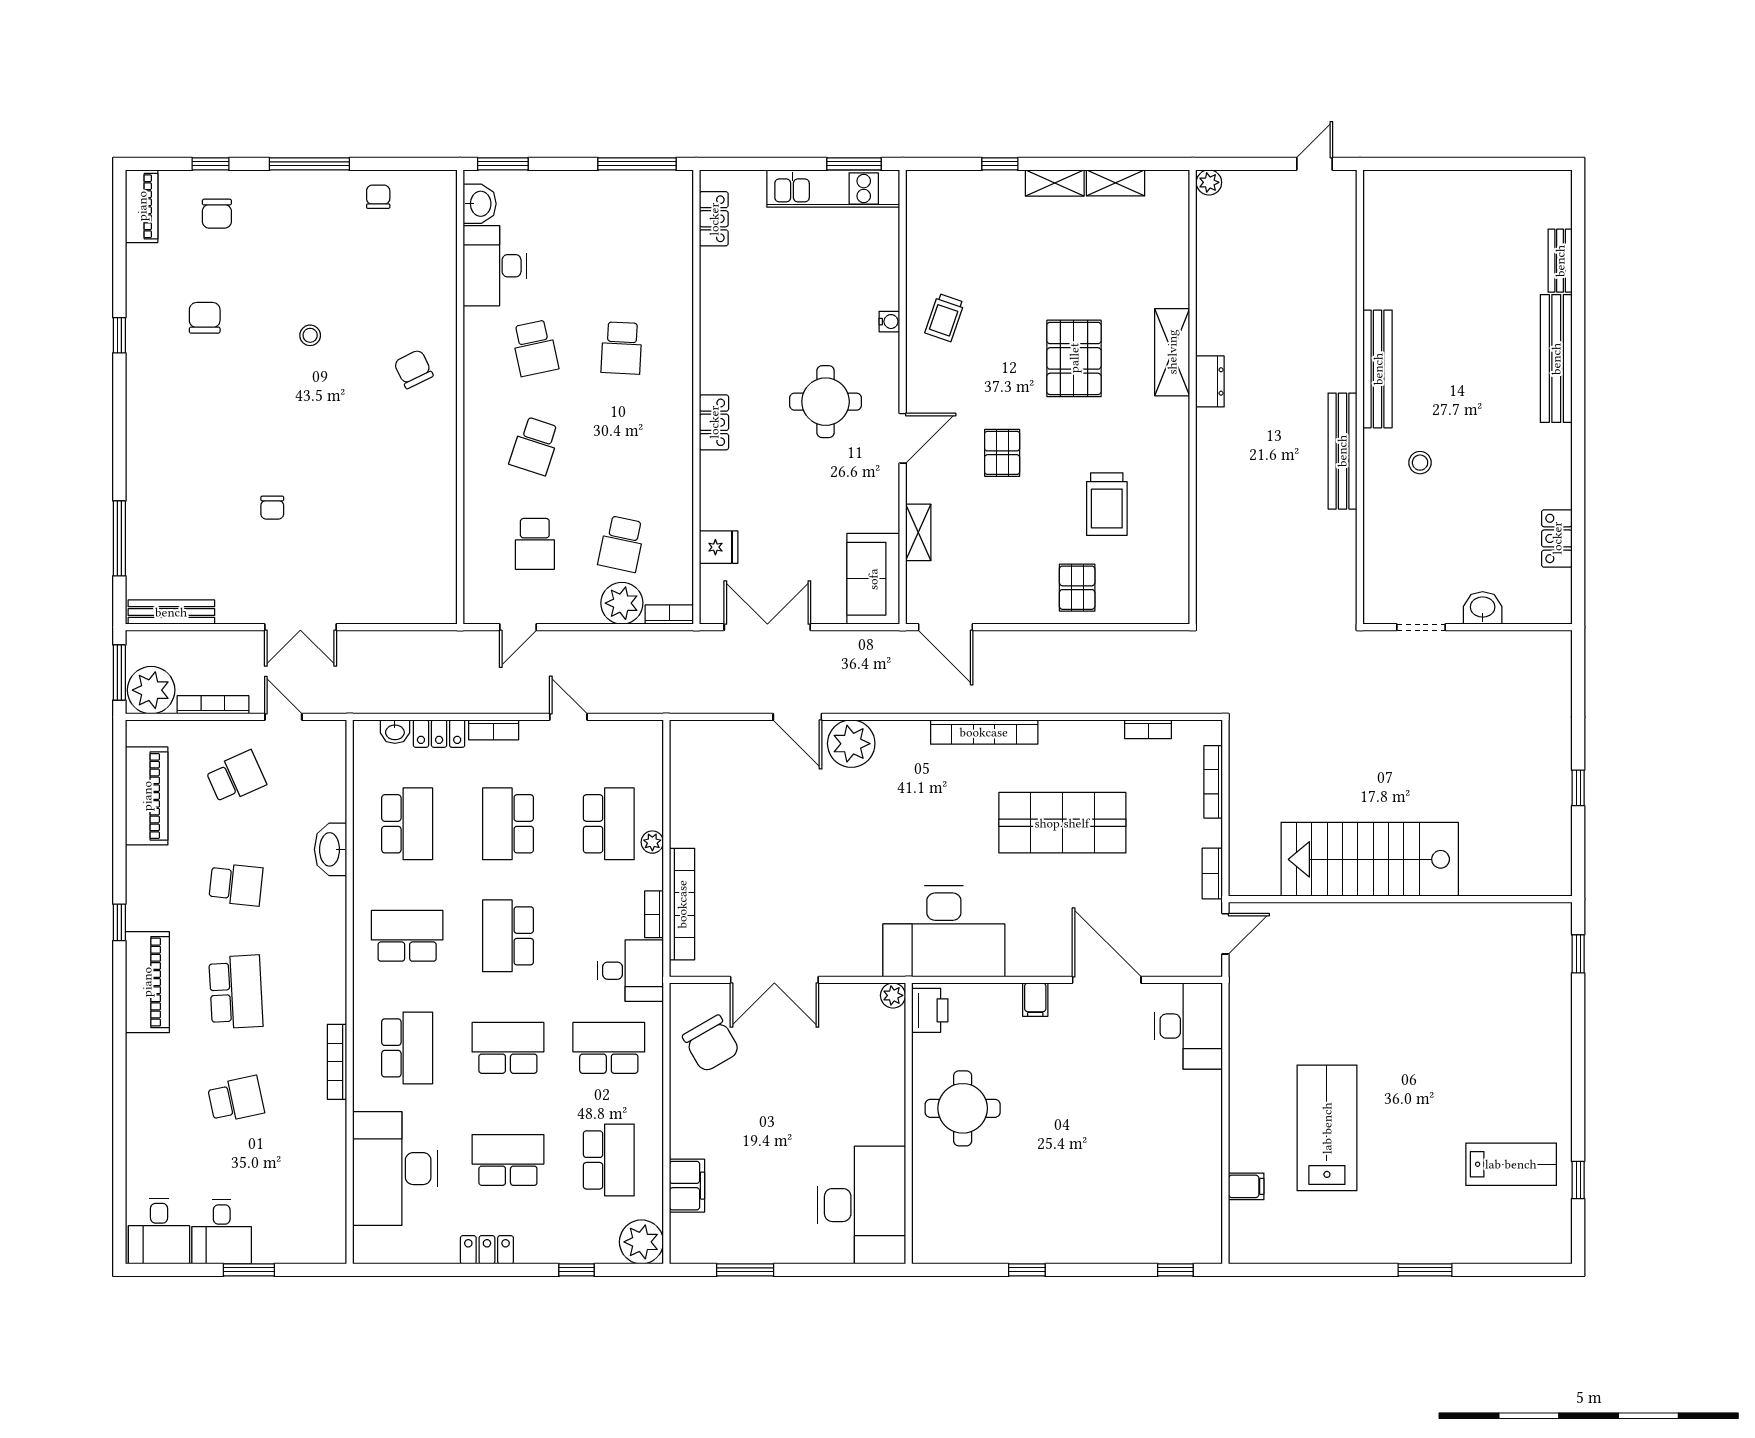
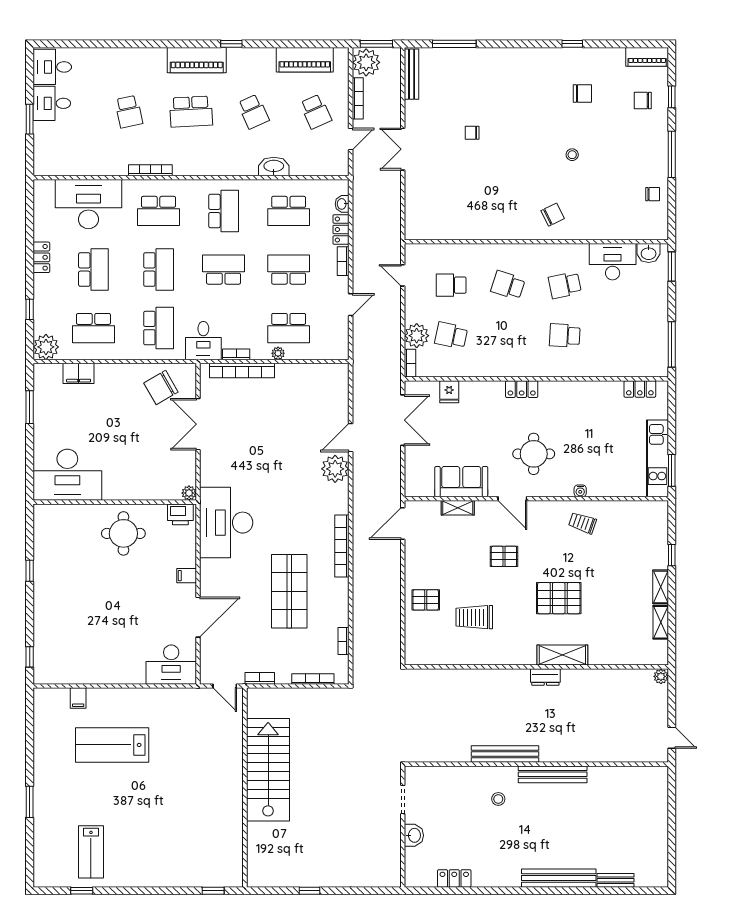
sofa: (873, 579) -> (461, 482), moved
school desk: (236, 885) -> (253, 112), turned -30
lab bench: (1327, 1128) -> (112, 745), turned 180

